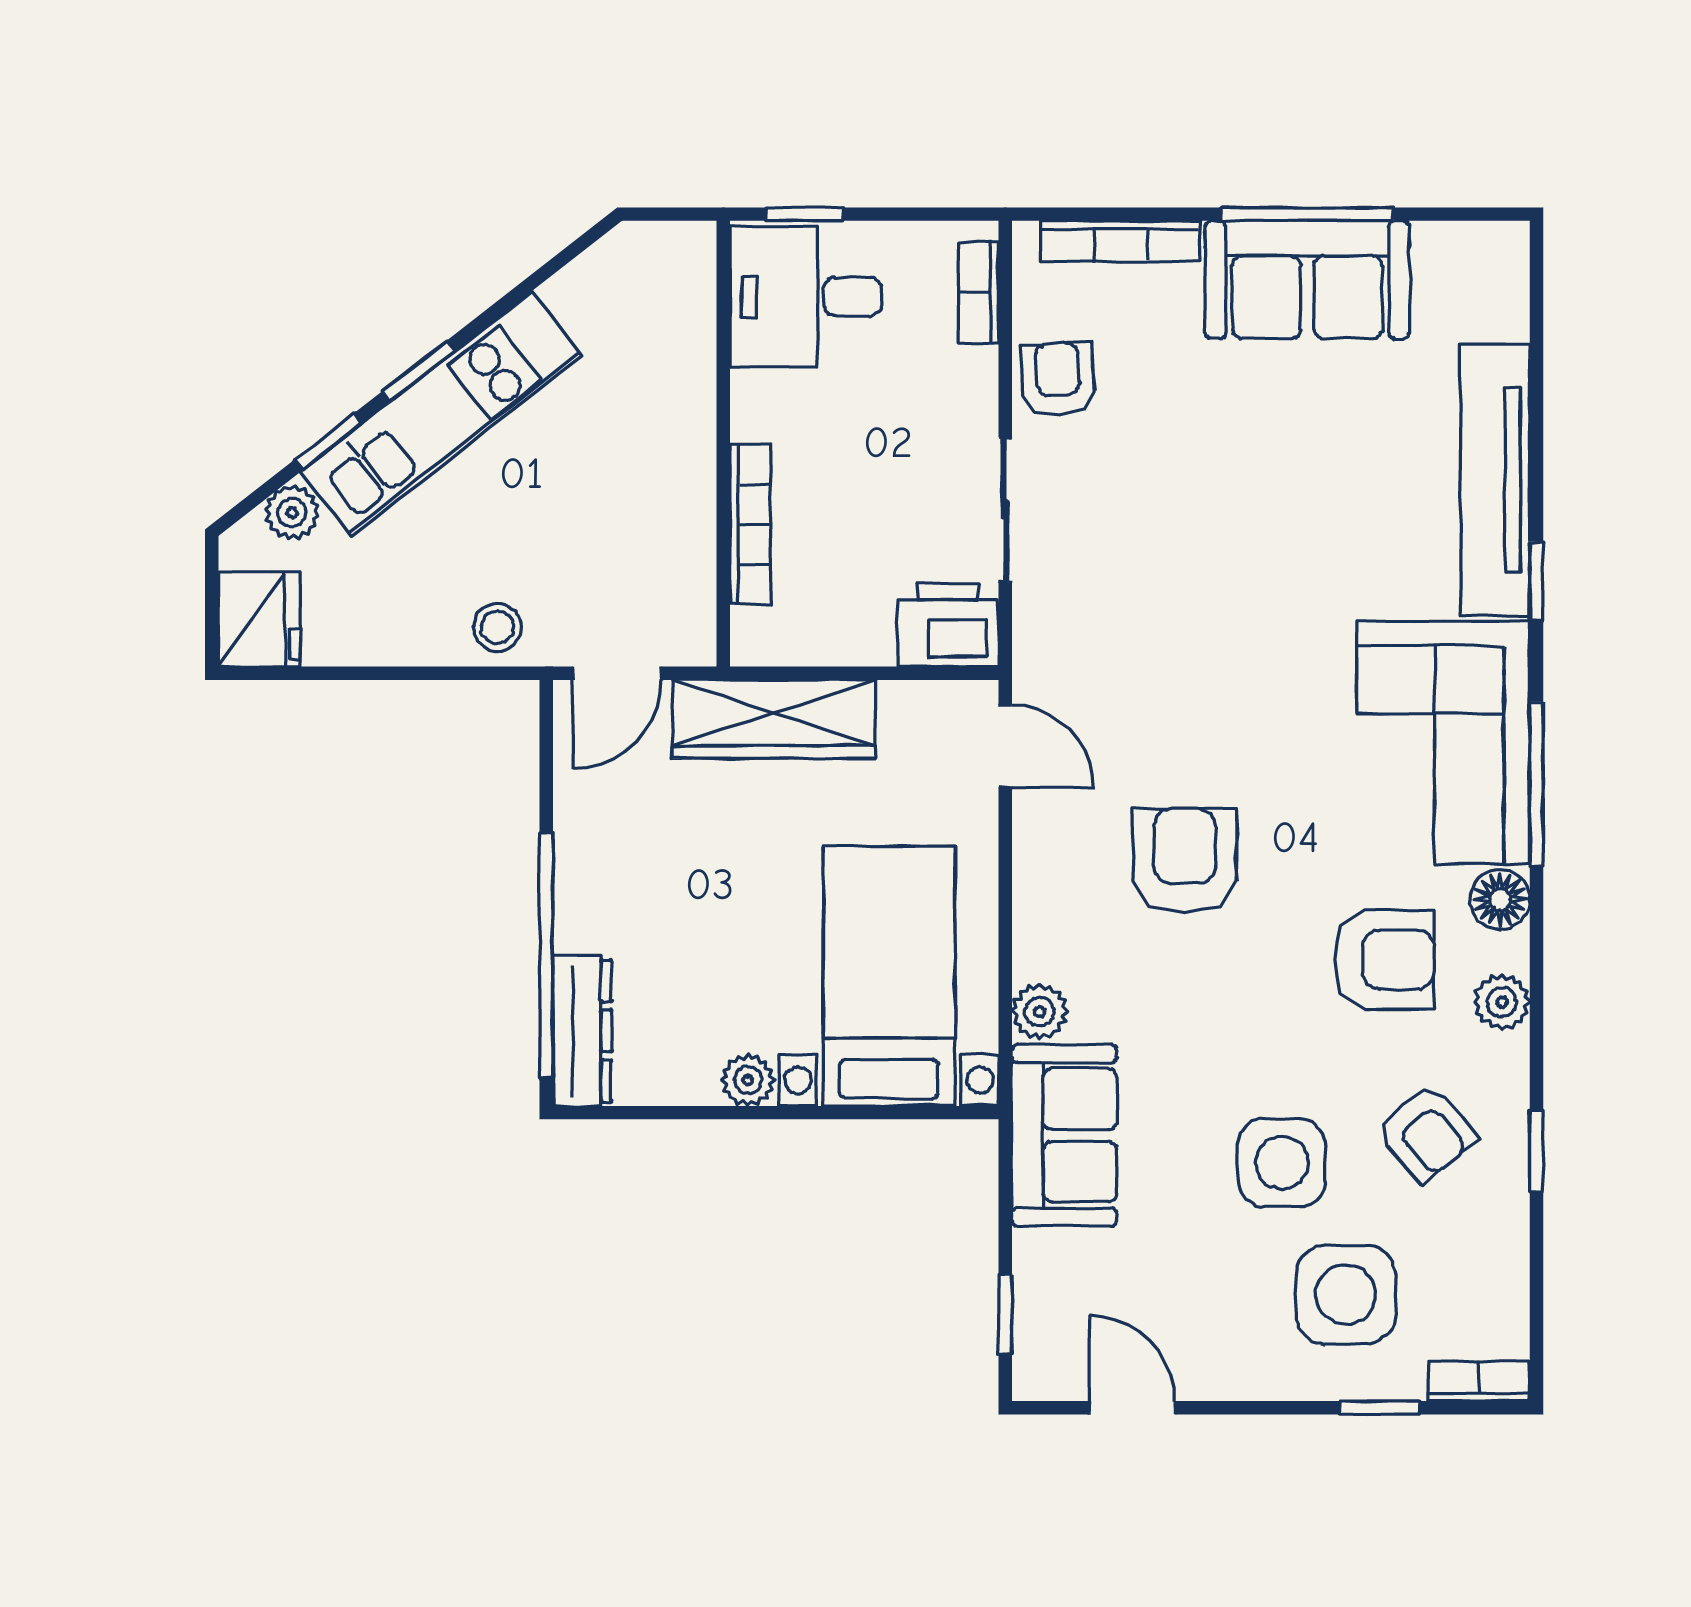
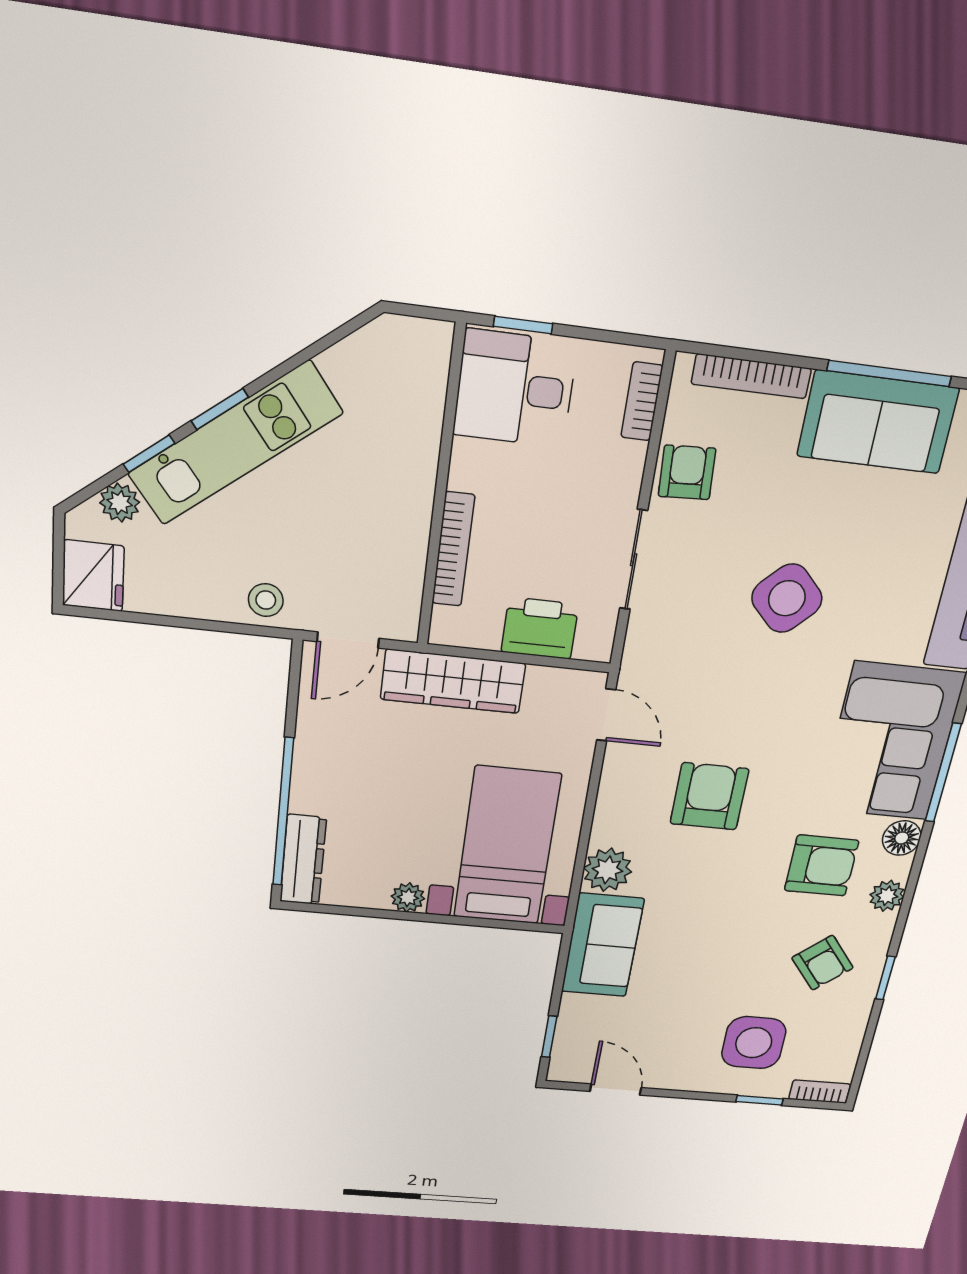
printer: (948, 625) -> (540, 628), moved
plant: (1040, 1012) -> (607, 870), width x1.38, depth x1.38
side table: (1282, 1163) -> (787, 598), moved, turned 45

